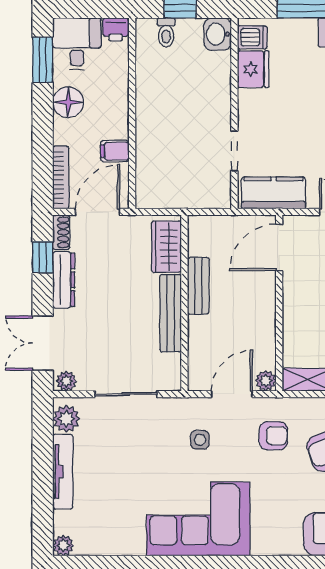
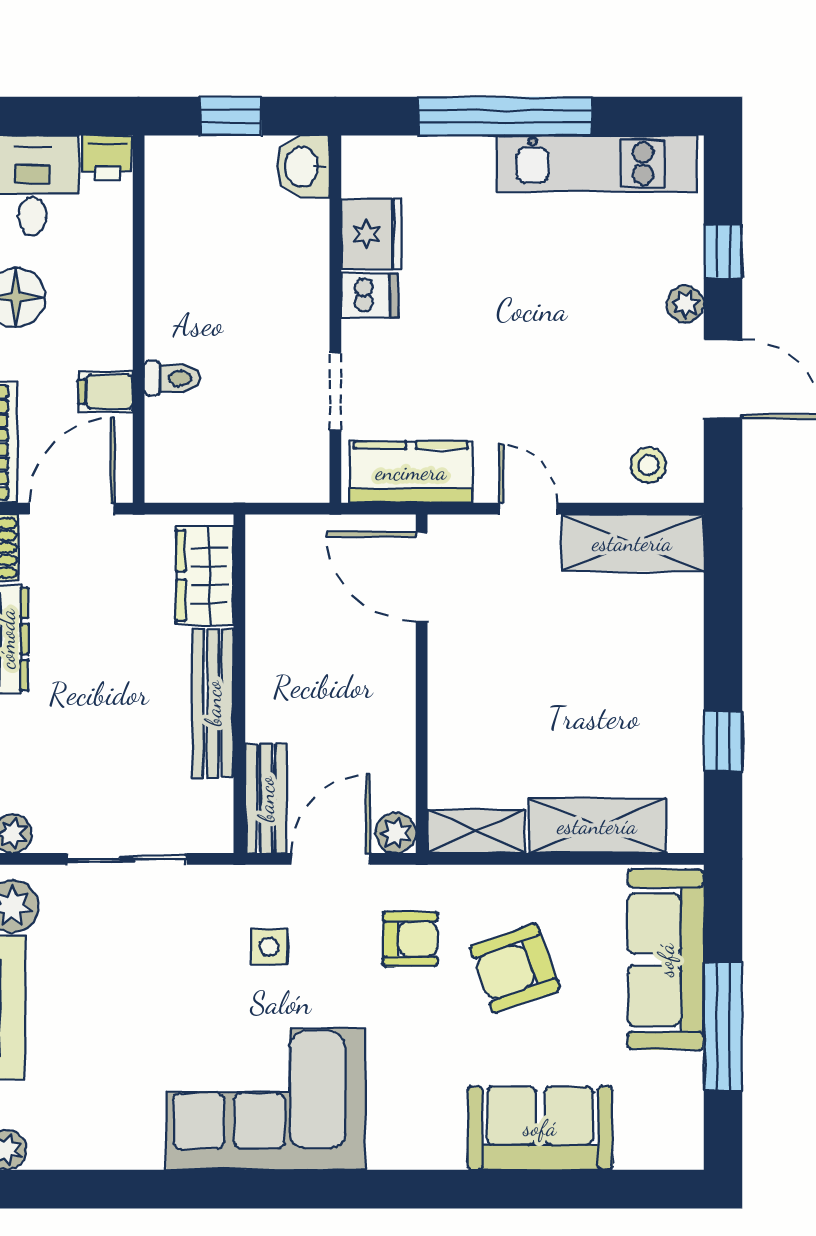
toilet: (166, 32) -> (172, 378), moved, turned -90
dishwasher: (252, 37) -> (370, 295), moved
door: (279, 248) -> (422, 577), hinge flipped
bench: (198, 286) -> (266, 799), moved

